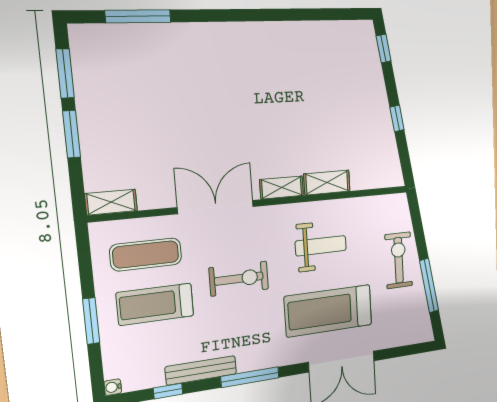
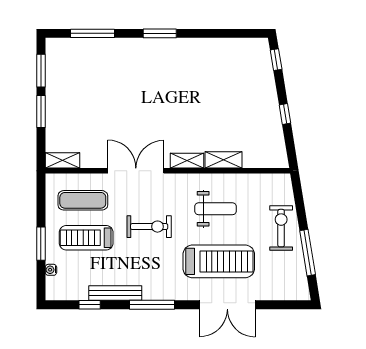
window: (234, 15) -> (160, 33), added
treadmill: (328, 311) -> (219, 261), turned 180
water cooler: (113, 387) -> (51, 270), moved

